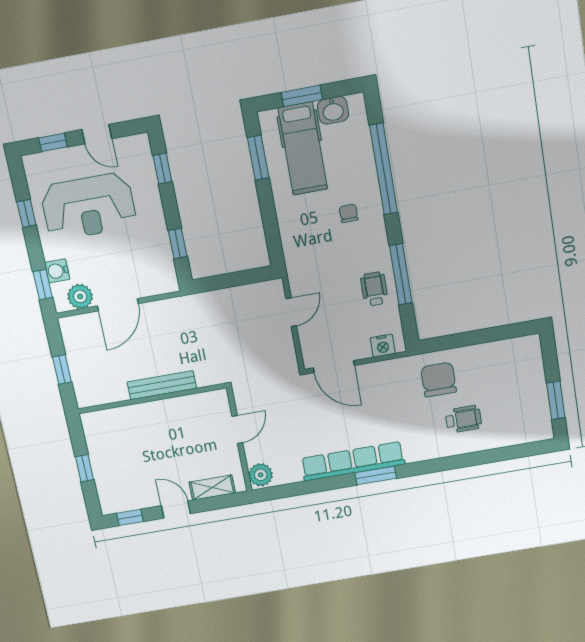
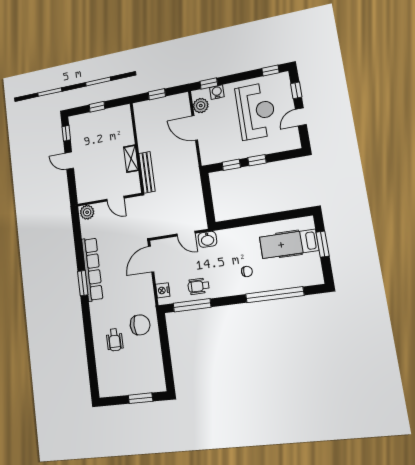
washbasin: (333, 110) -> (207, 239), moved, turned -90
window: (258, 158) -> (284, 216), removed
window: (162, 168) -> (257, 160), moved
reception desk: (88, 206) -> (256, 111), turned 180
window: (26, 213) -> (271, 71), moved
window: (401, 274) -> (192, 305), moved
wheelchair: (374, 289) -> (199, 286), turned 180
bench: (162, 385) -> (147, 172), moved
window: (556, 400) -> (140, 398), moved
shelving: (212, 488) -> (131, 159), moved
door: (176, 510) -> (69, 161), swing flipped

